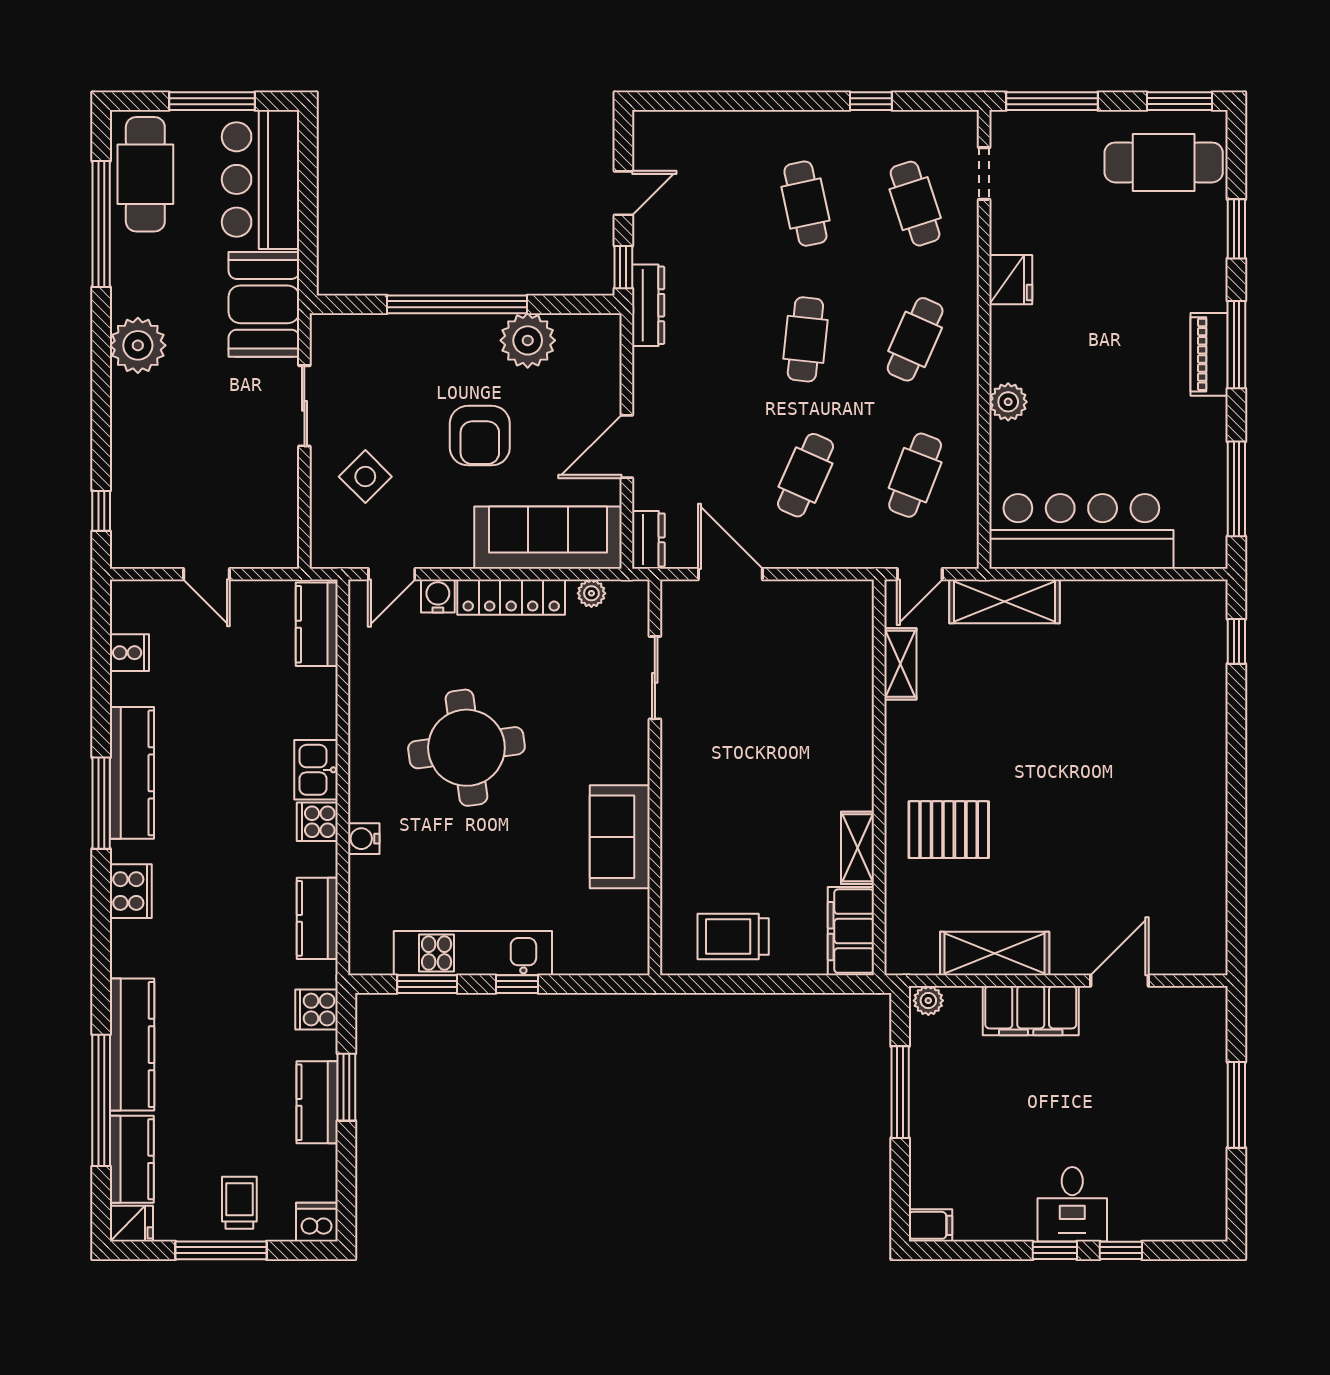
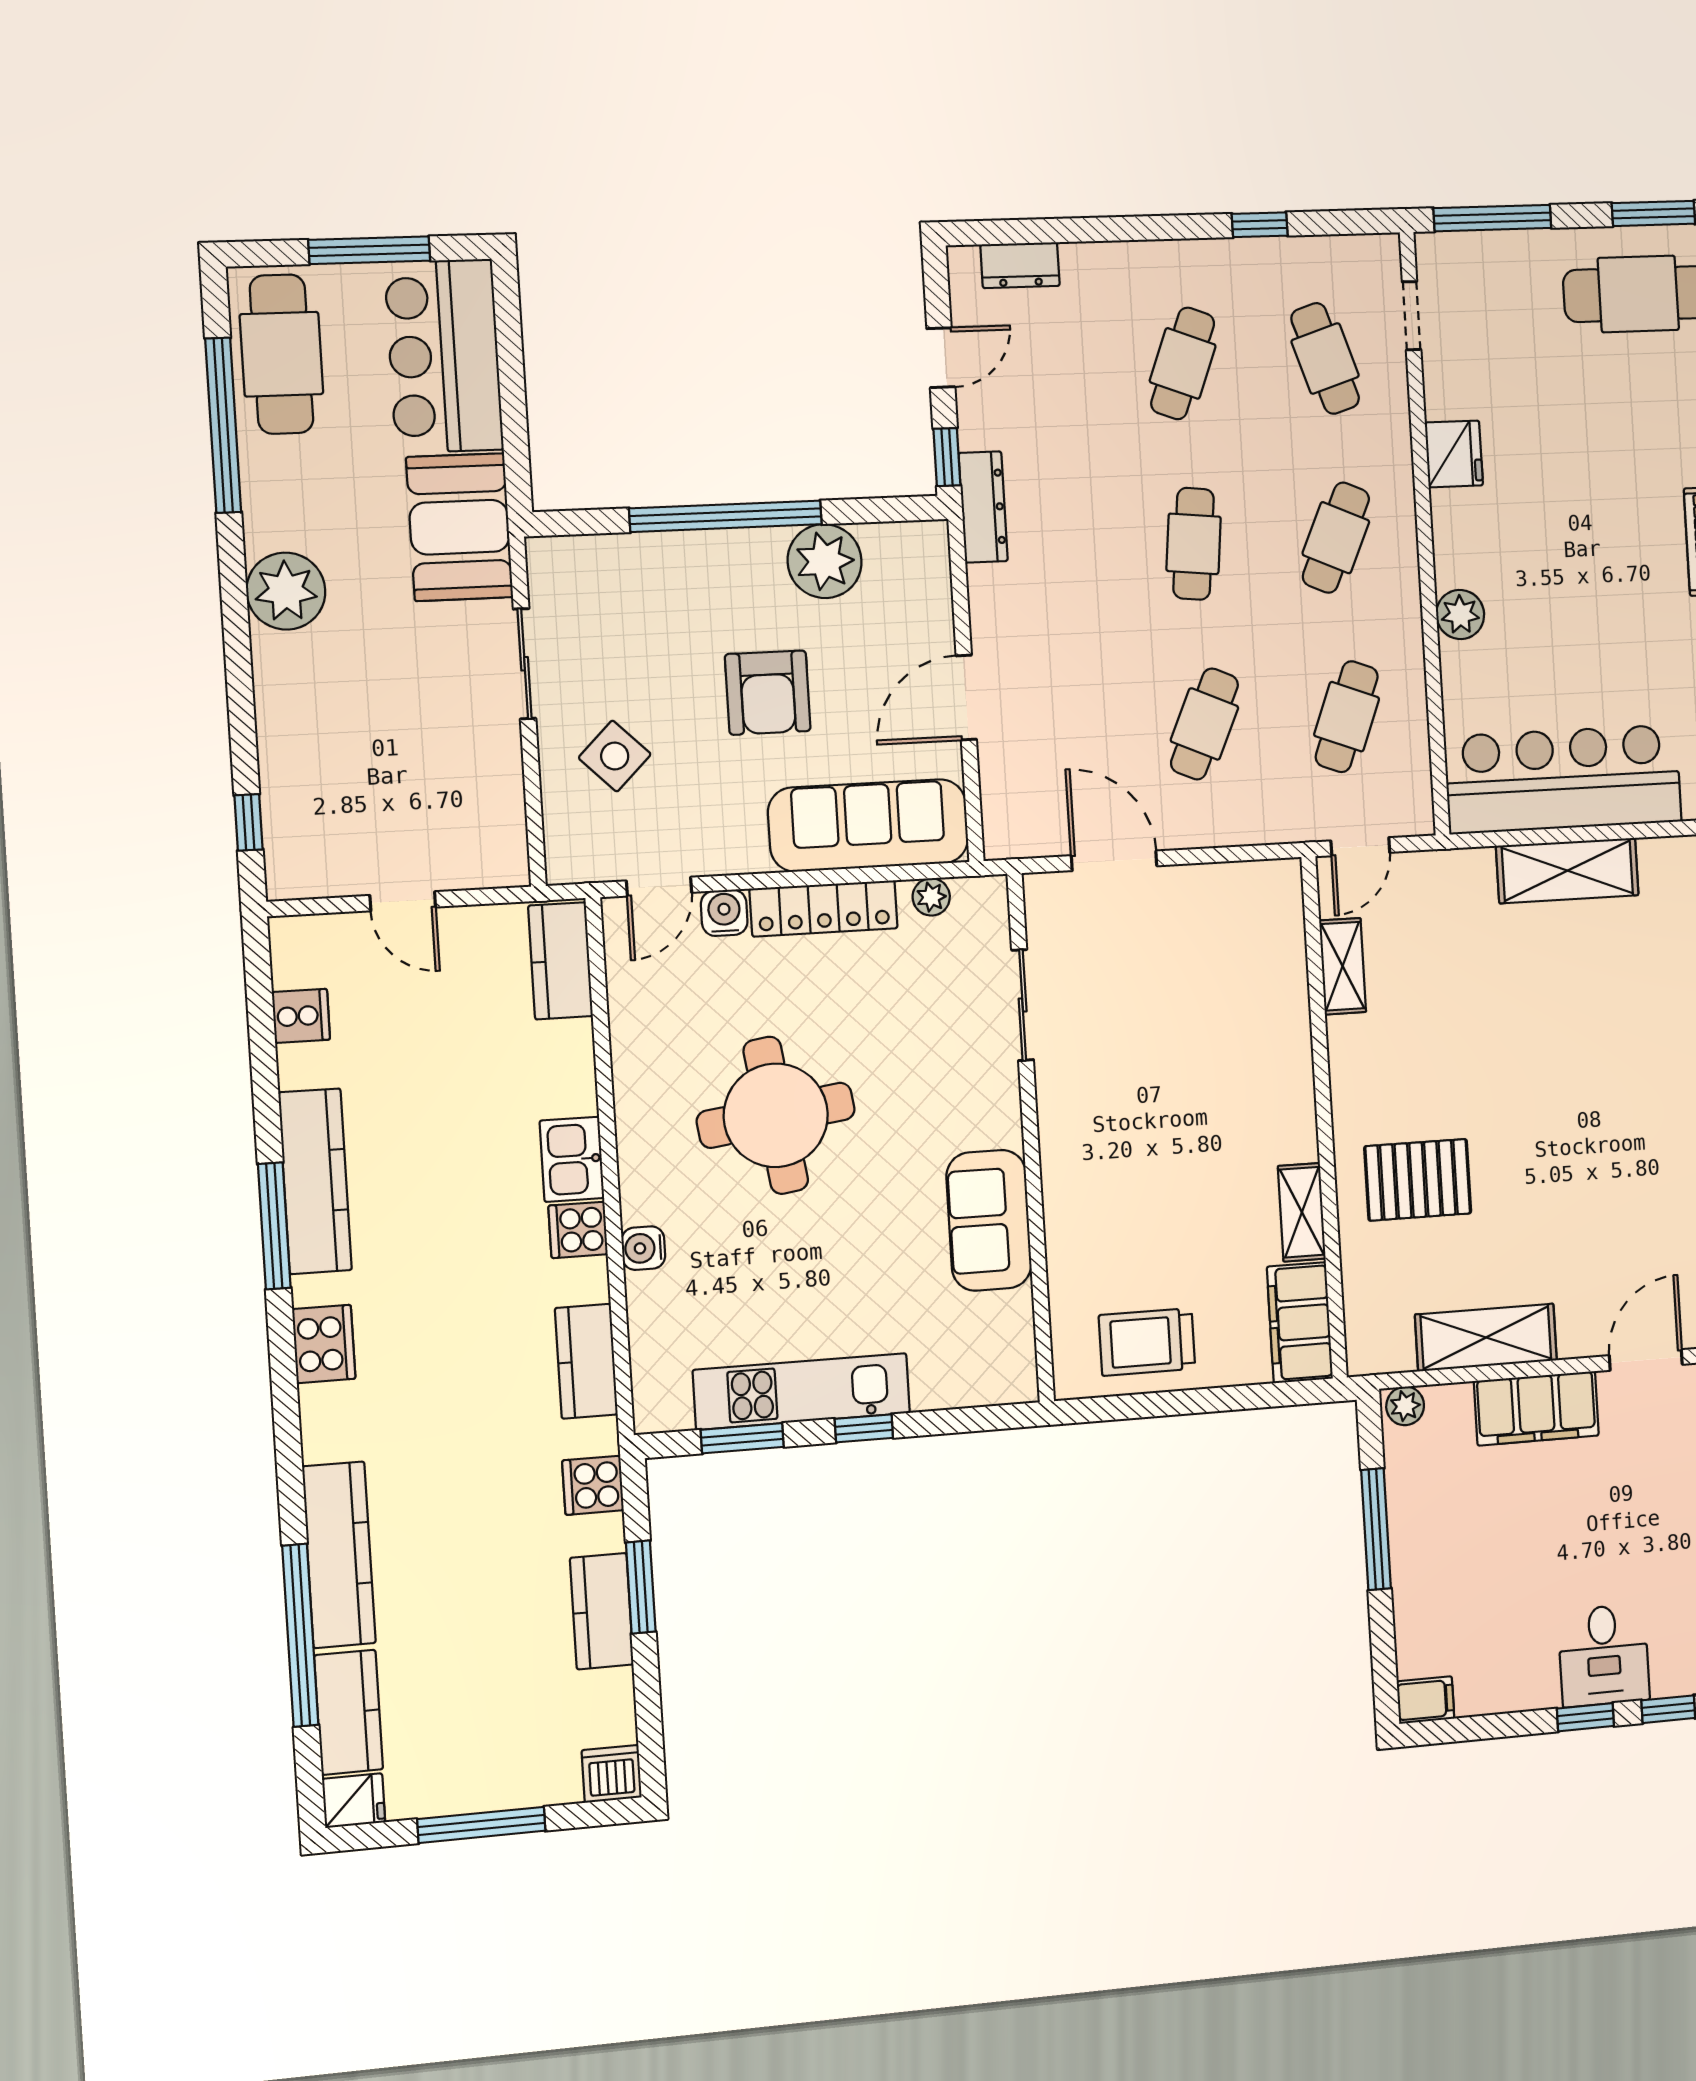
cafe table: (805, 204) -> (1183, 363), turned 33
dresser: (648, 540) -> (1020, 265), moved, turned 90
shelving: (1004, 601) -> (1567, 871), moved
trolley: (239, 1203) -> (503, 1758), removed

